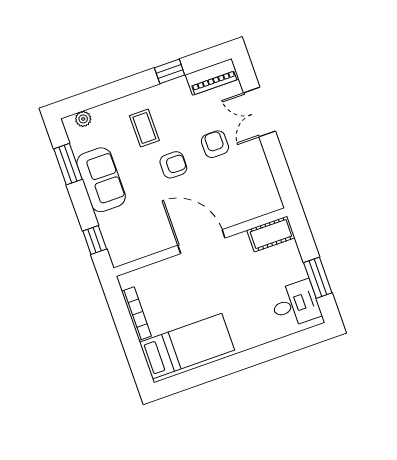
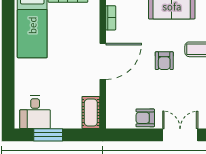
armchair: (215, 144) -> (145, 118), moved, turned 180
bookcase: (143, 251) -> (111, 18), added

